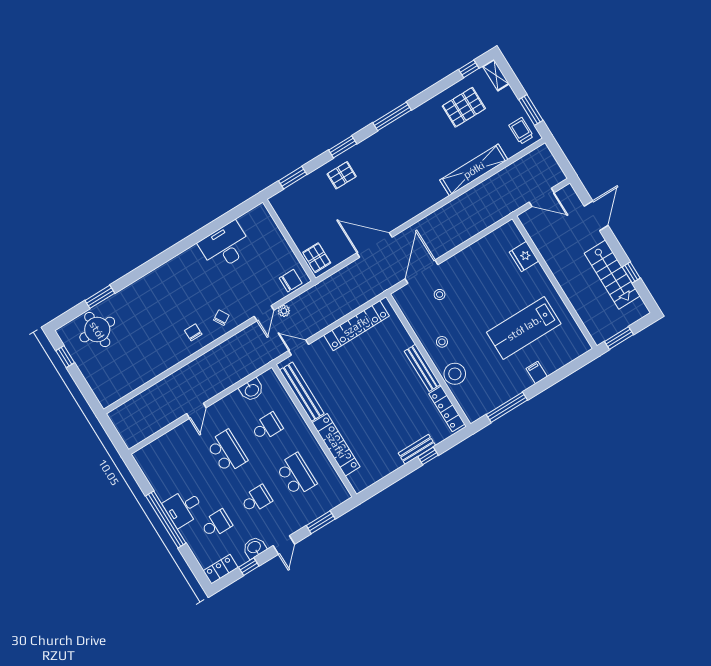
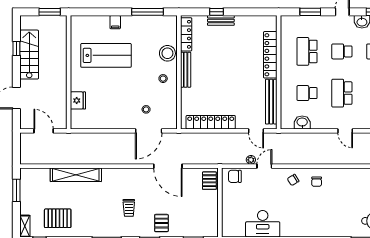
trolley: (521, 131) -> (129, 208), moved
pallet: (342, 175) -> (161, 223), turned 90
door: (196, 411) -> (345, 131), swing flipped

